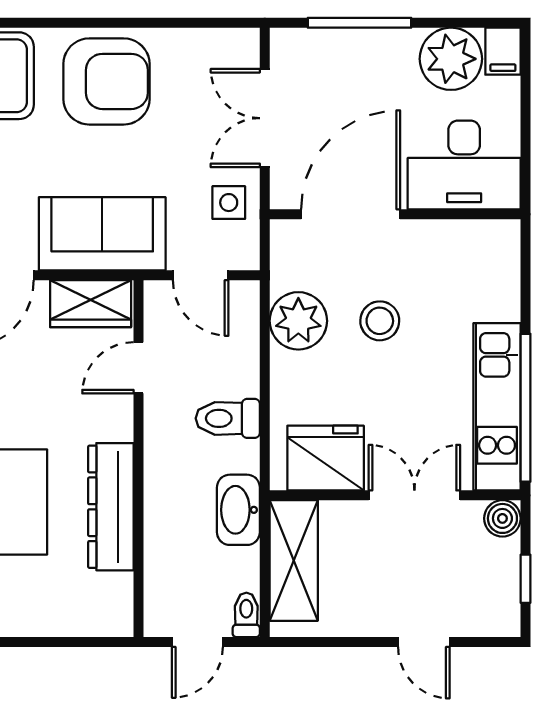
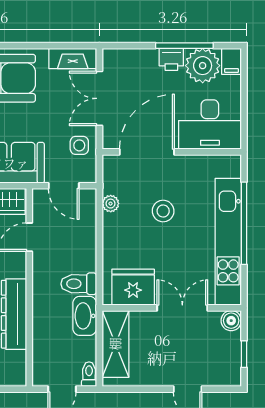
window: (360, 23) -> (184, 46), moved
fireplace: (217, 46) -> (73, 59), added
printer: (395, 48) -> (171, 59), added
plant: (298, 321) -> (111, 204), width x0.53, depth x0.53
kitchen unit: (497, 407) -> (228, 242), width x1.36
window: (525, 408) -> (244, 223), moved
toilet: (228, 418) -> (79, 284), moved

